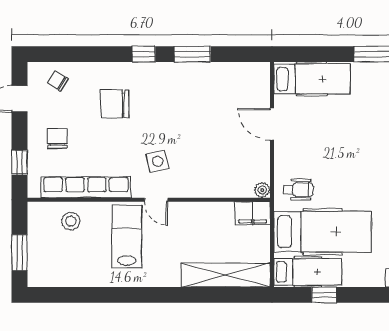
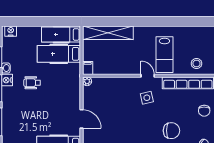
wheelchair: (298, 190) -> (32, 83), moved
filing cabinet: (253, 213) -> (88, 68), width x0.50
hospital bed: (323, 232) -> (59, 54), width x0.73, depth x0.78
window: (324, 295) -> (52, 21), removed

